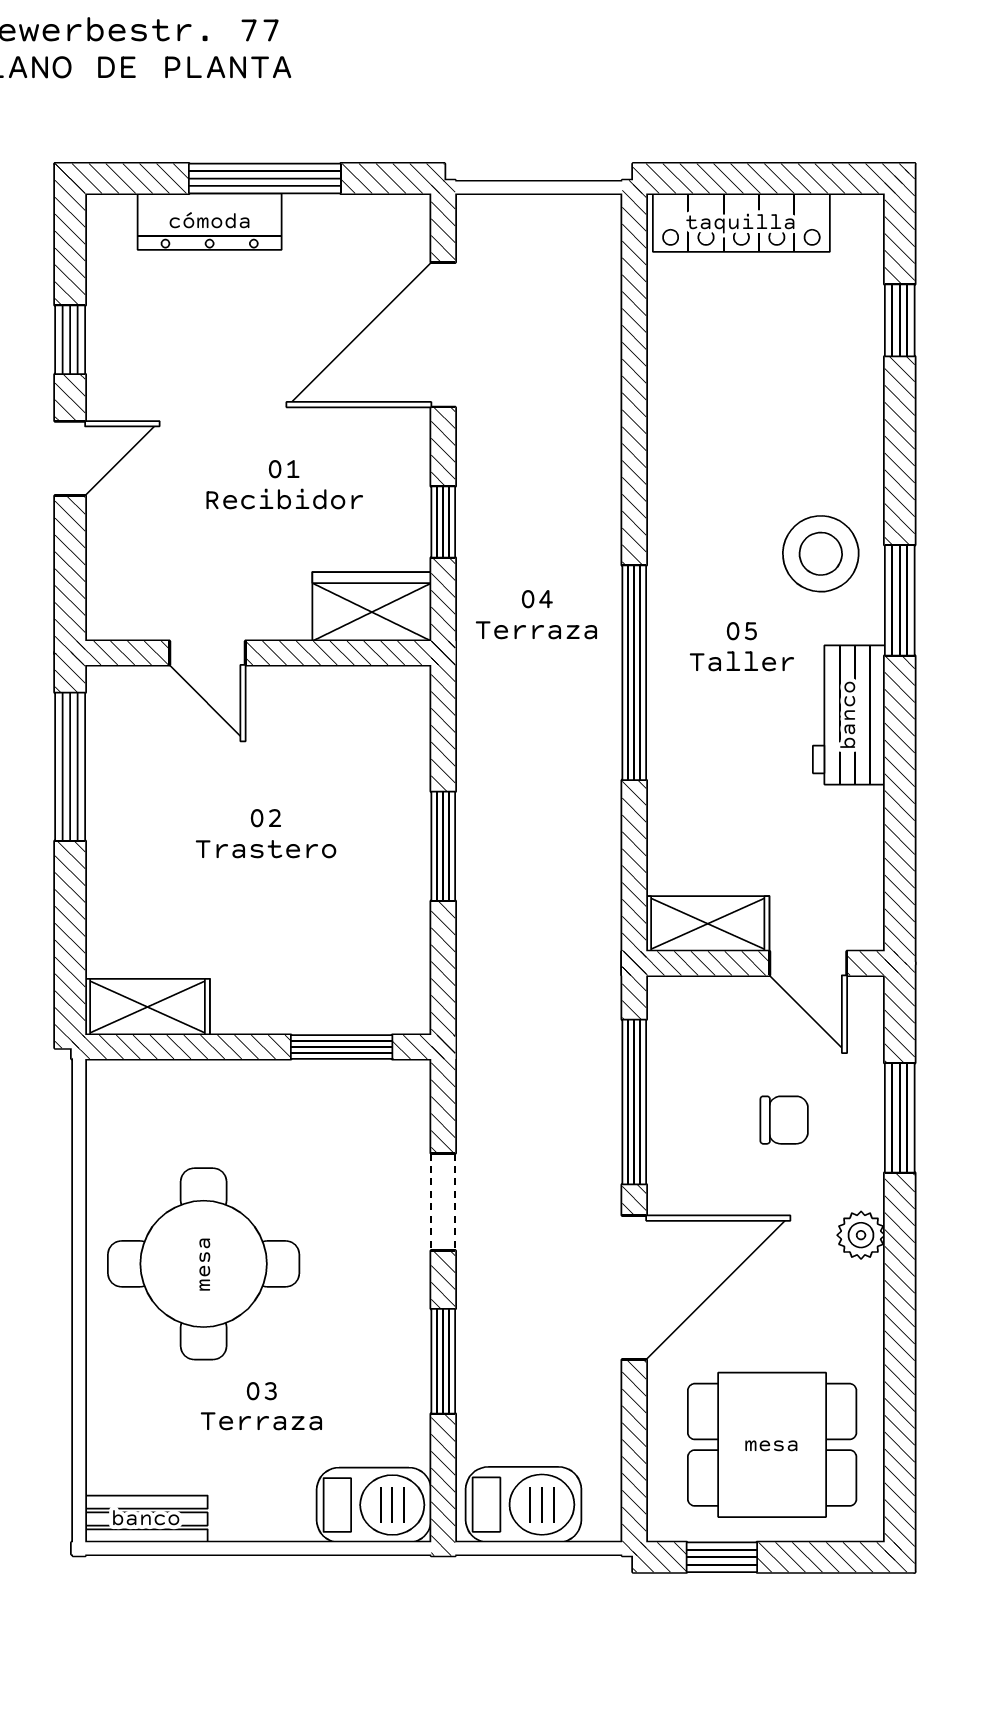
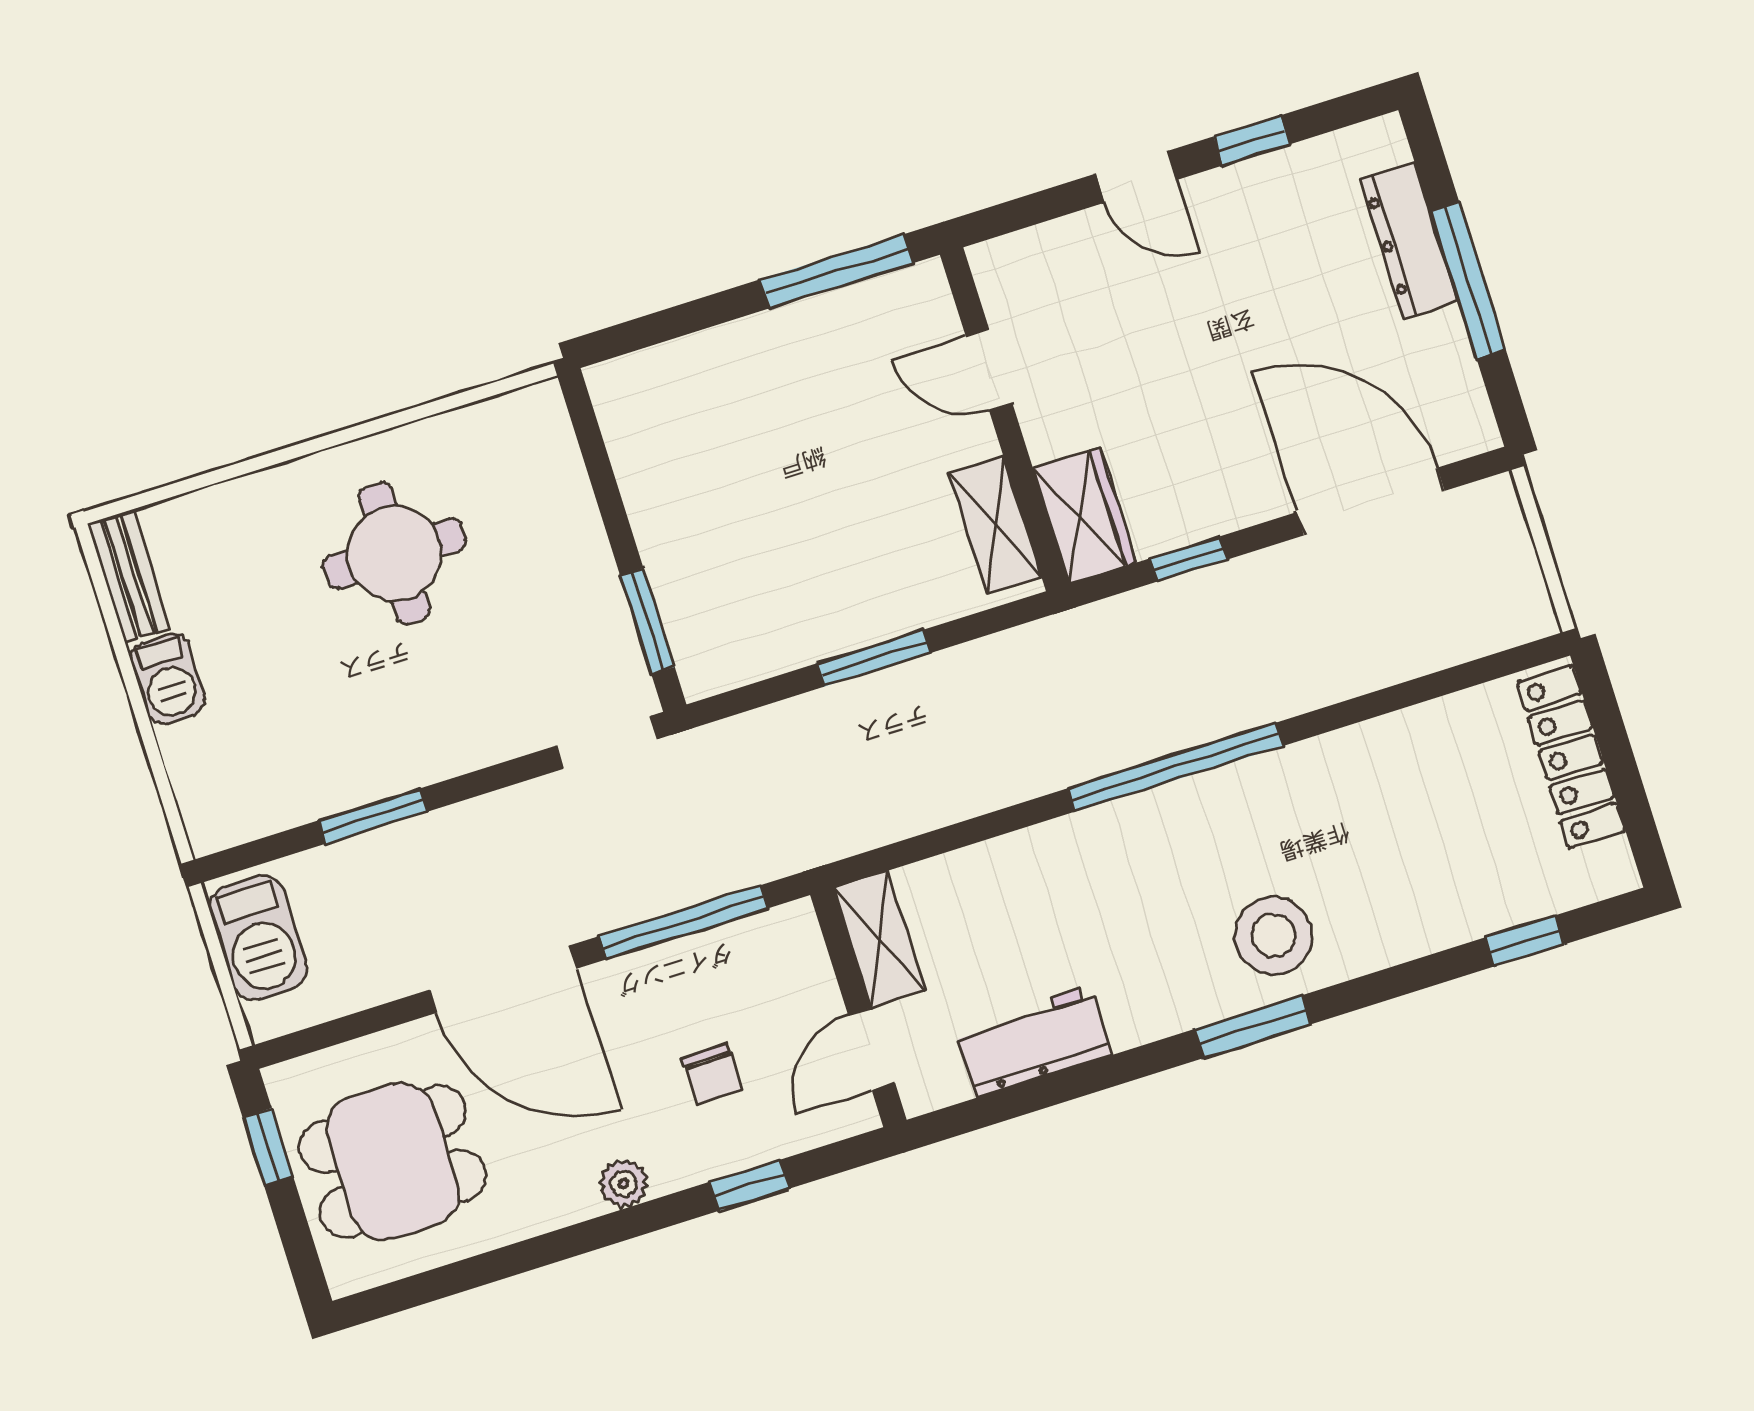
door: (207, 653) -> (989, 370), hinge flipped
window: (634, 673) -> (1175, 767), moved
workbench: (849, 715) -> (1033, 1041), moved
shelving: (147, 1007) -> (995, 525), moved
window: (900, 1118) -> (749, 1185), width x0.67
doorway: (443, 1202) -> (607, 742), moved
round table: (204, 1264) -> (394, 553), width x0.73, depth x0.73
dining table: (772, 1445) -> (393, 1161), turned 90
barbecue: (374, 1505) -> (168, 679), moved, width x0.73, depth x0.79

